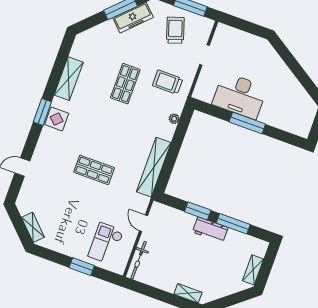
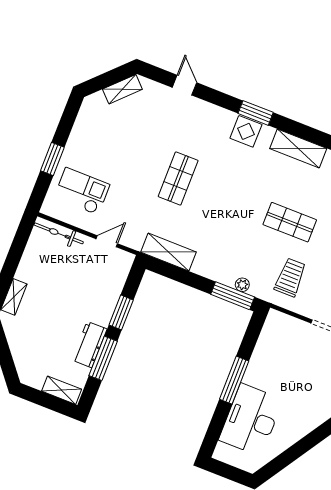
desk: (240, 96) -> (251, 420), moved
window: (183, 126) -> (233, 296), added
shelving: (154, 167) -> (168, 252), width x0.68
shelving: (33, 227) -> (122, 89), moved
workbench: (210, 230) -> (89, 345), moved
shelving: (253, 270) -> (62, 390), moved

